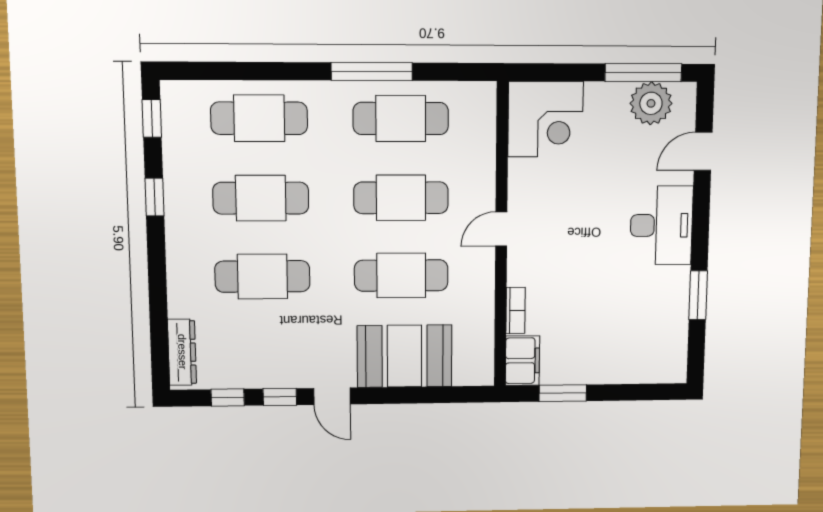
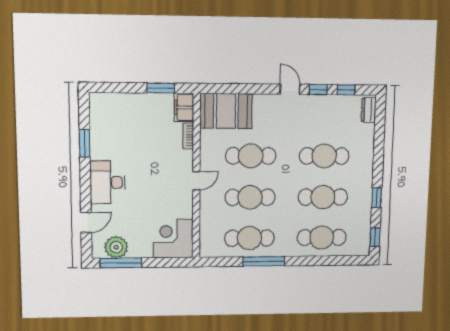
dresser: (182, 352) -> (369, 110), width x0.70
booth: (405, 356) -> (226, 111), moved

